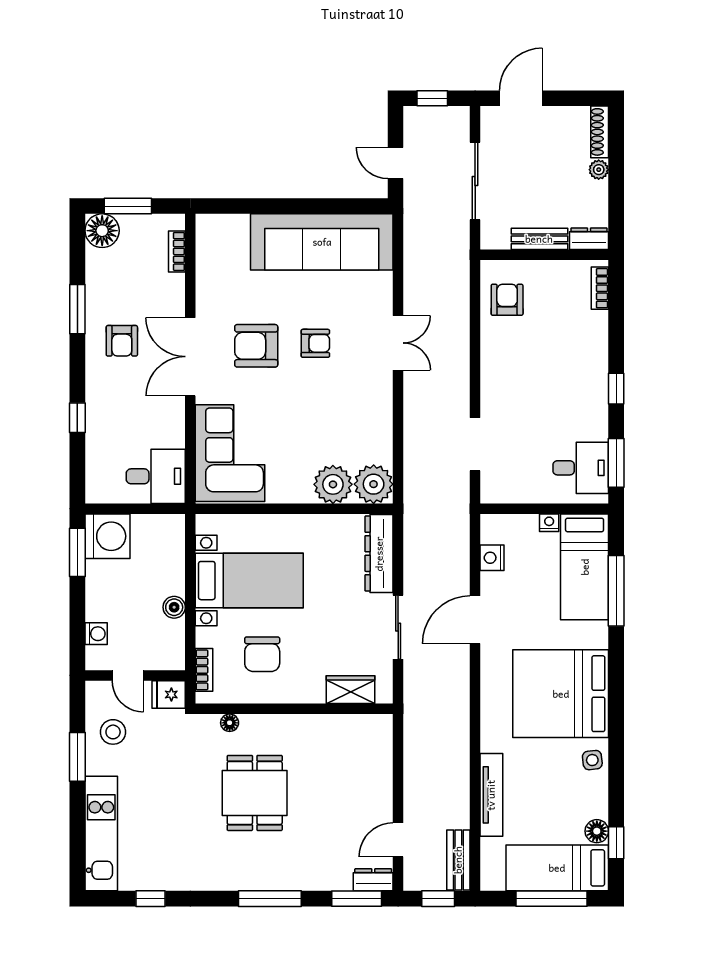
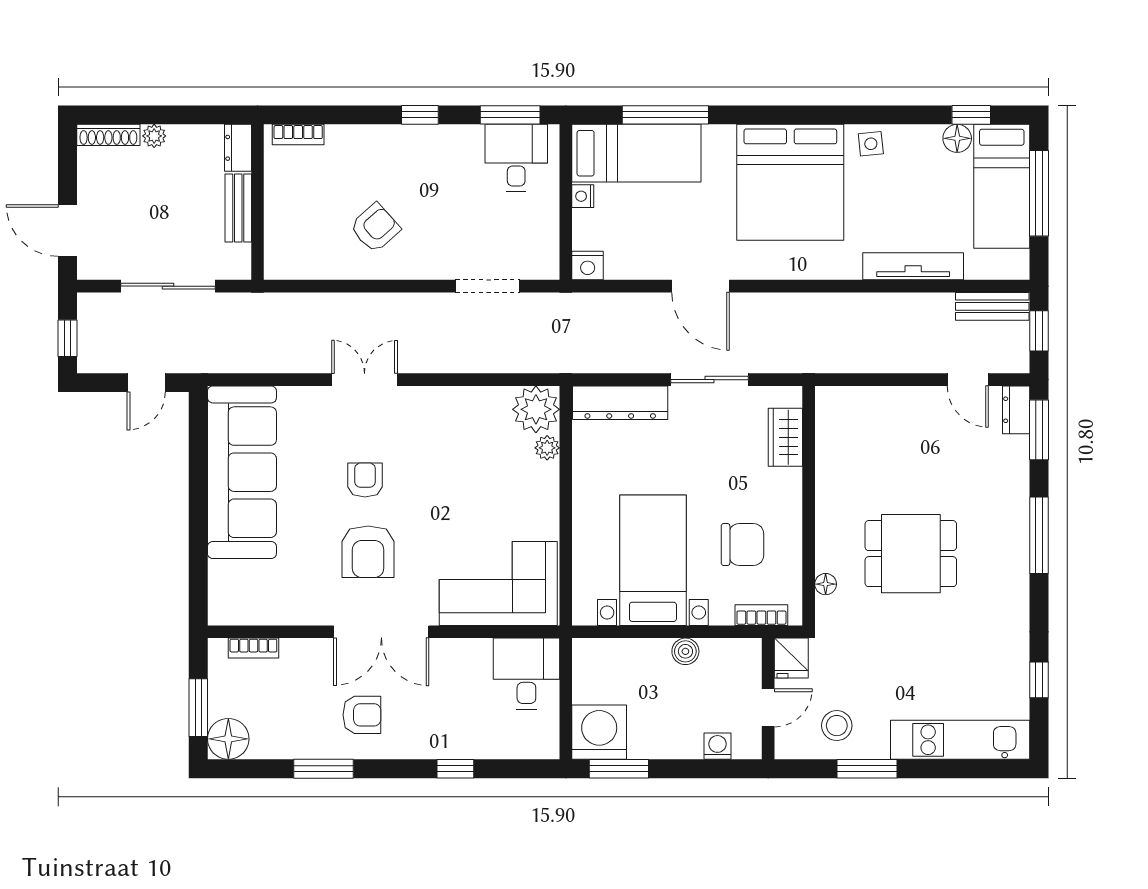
armchair: (507, 300) -> (375, 228), moved, turned 138
plant: (333, 484) -> (547, 448), width x0.53, depth x0.53
nightstand: (492, 558) -> (588, 266), moved

